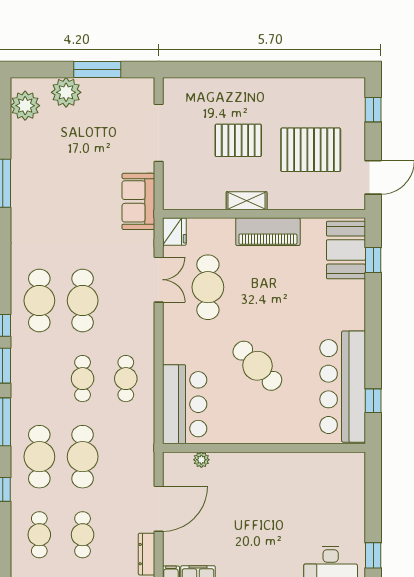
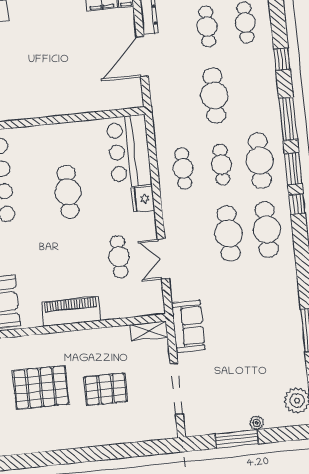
plant: (66, 92) -> (257, 423), width x0.53, depth x0.53
shelving: (247, 201) -> (149, 331), moved
fridge: (174, 232) -> (143, 199), moved
cafe table: (208, 287) -> (119, 257), width x0.73, depth x0.74
cafe table: (257, 366) -> (68, 192), turned 44
cafe table: (39, 457) -> (260, 161), moved
plant: (201, 460) -> (109, 104), removed

